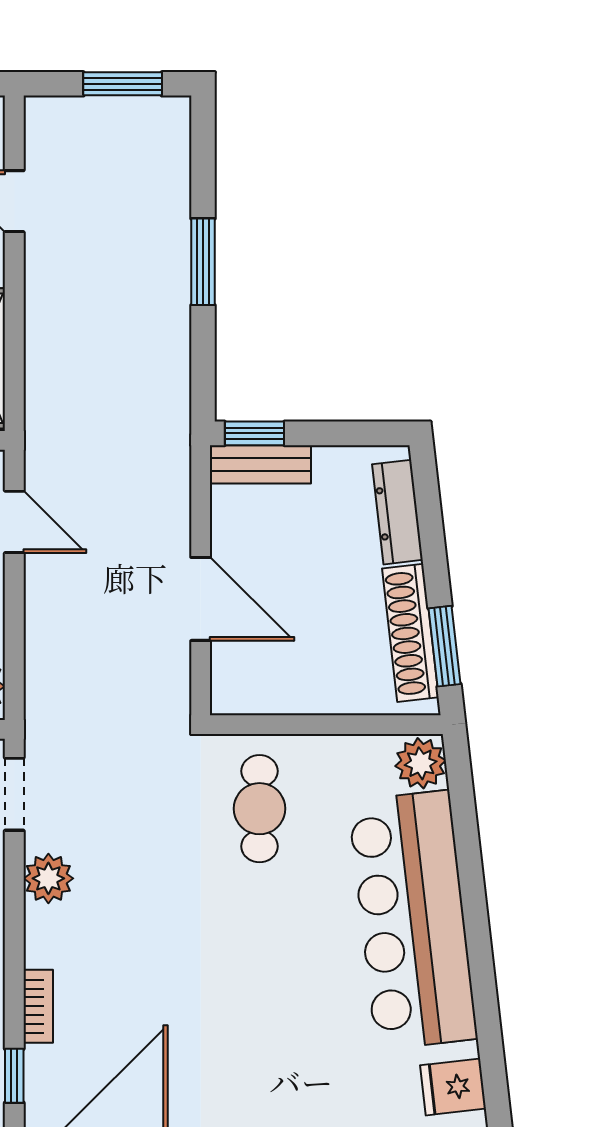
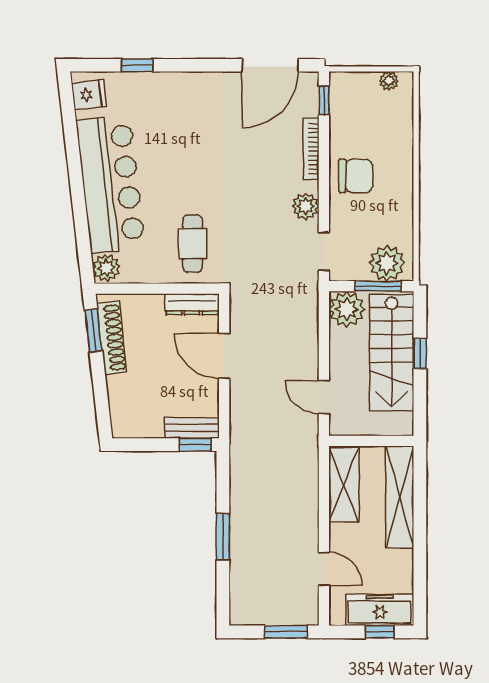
window: (123, 84) -> (286, 632), moved
dresser: (398, 512) -> (192, 304), moved, turned 97
bookcase: (38, 1006) -> (311, 149), width x1.56

